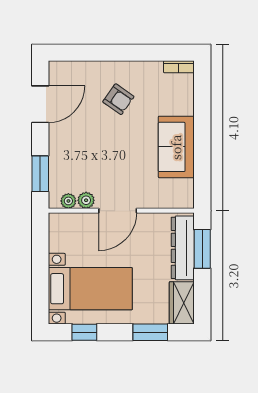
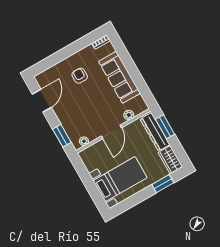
armchair: (118, 99) -> (80, 76), turned -125
sofa: (176, 147) -> (119, 77), width x1.36
plant: (86, 200) -> (129, 115), moved
window: (84, 332) -> (130, 203), removed

